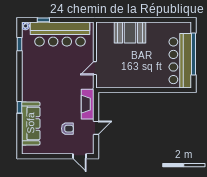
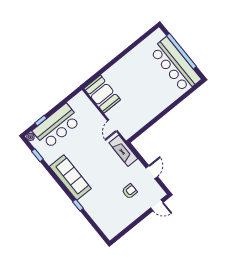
booth: (130, 33) -> (102, 94), moved, turned 90
bar counter: (60, 34) -> (57, 126), width x0.73
fireplace: (88, 104) -> (123, 151), moved
sofa: (31, 123) -> (70, 178), moved

